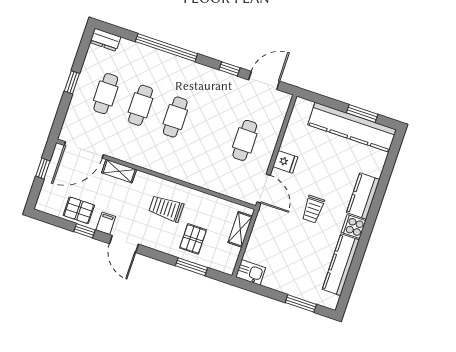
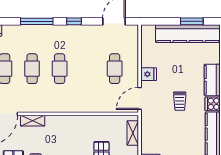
window: (166, 48) -> (37, 21), width x0.68
window: (229, 69) -> (74, 21), moved
door: (264, 189) -> (140, 98), swing flipped
trolley: (166, 208) -> (75, 136), removed

